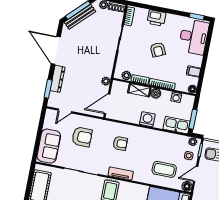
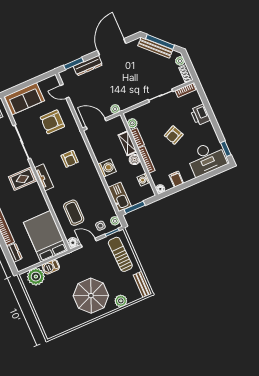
armchair: (82, 137) -> (52, 122), turned 90

